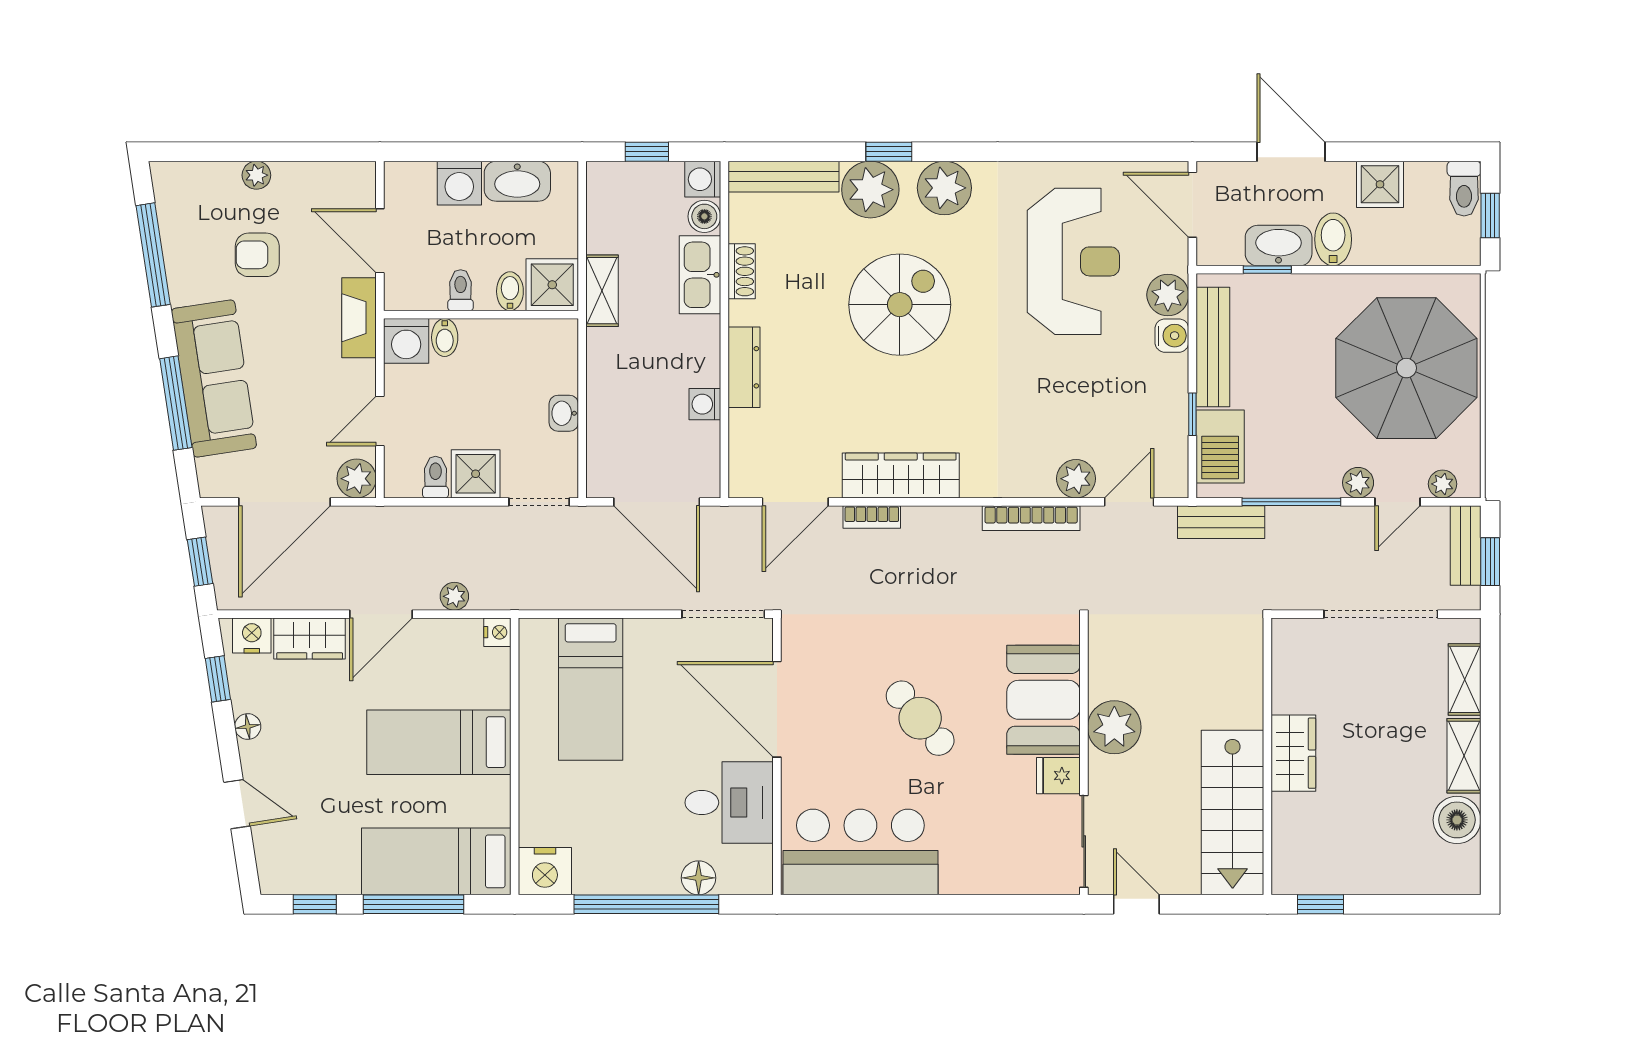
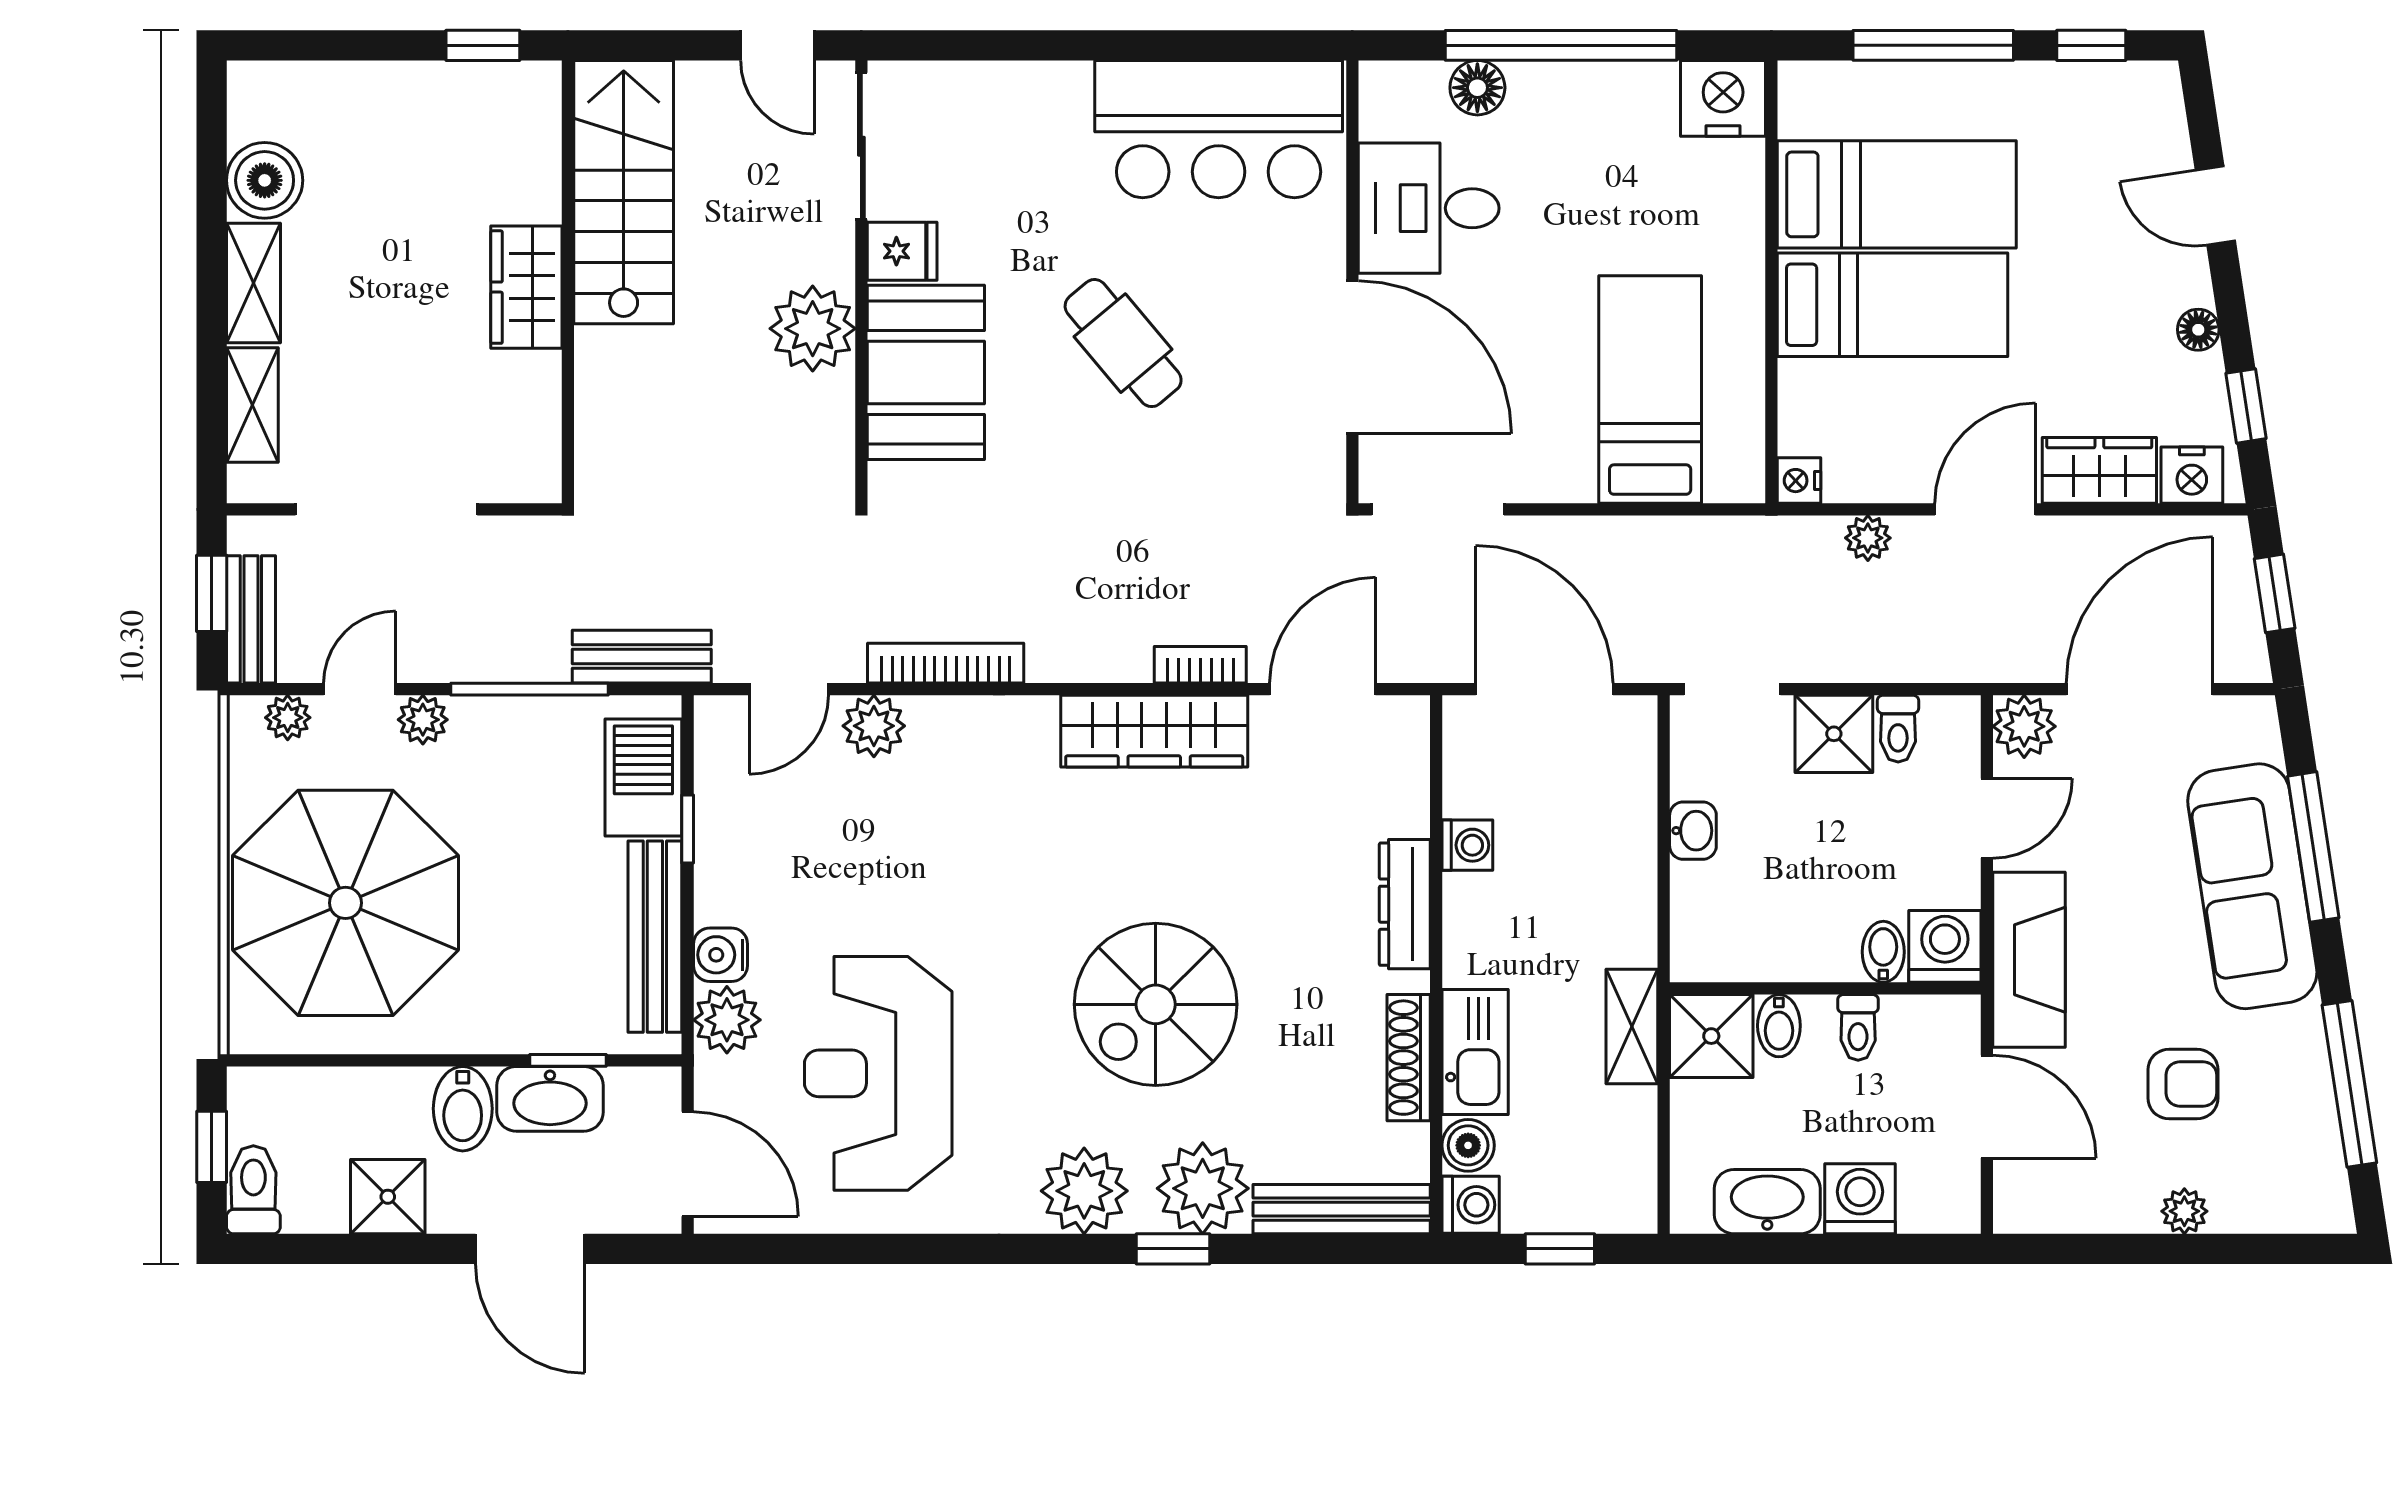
shoe rack: (742, 271) -> (1409, 1058), width x1.43
fireplace: (359, 318) -> (2029, 960), width x1.37, depth x1.32
bed: (436, 861) -> (1897, 194), moved

